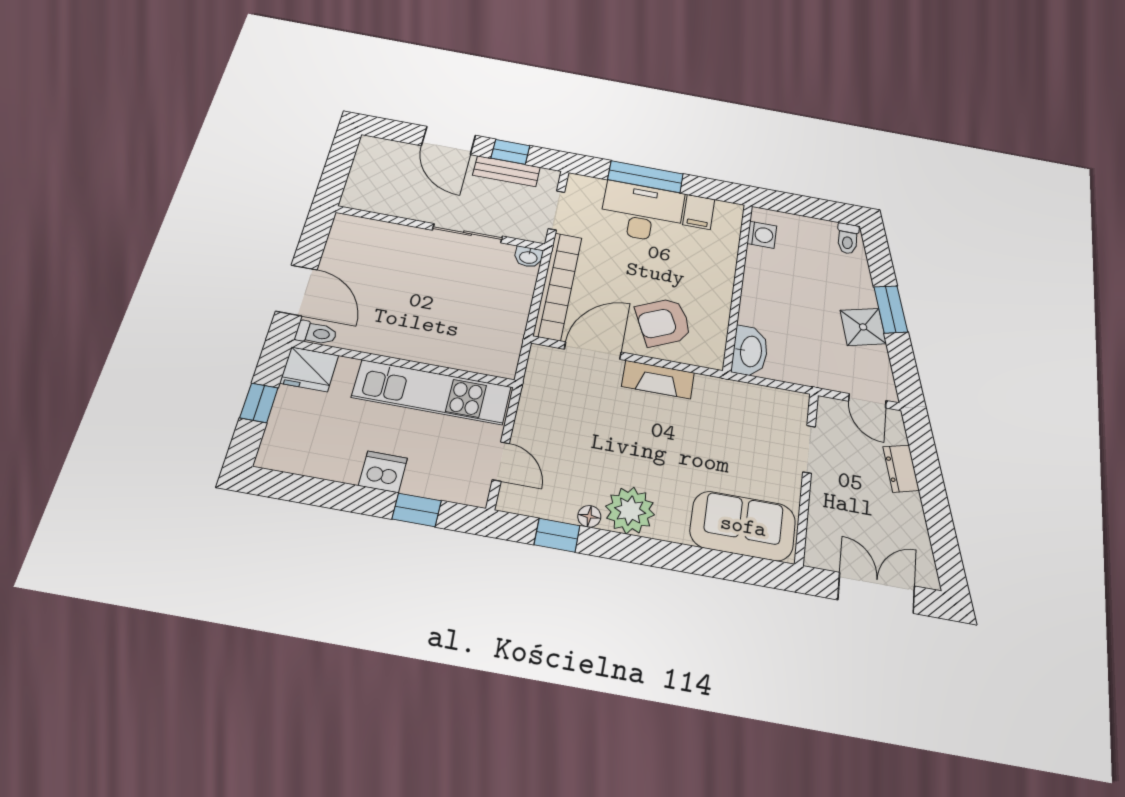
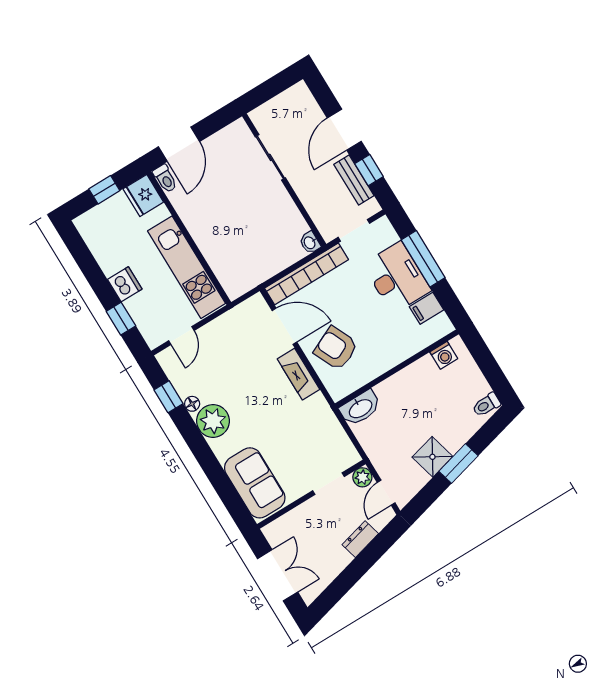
sliding door: (468, 233) -> (270, 157), moved
plant: (830, 410) -> (362, 477), added

